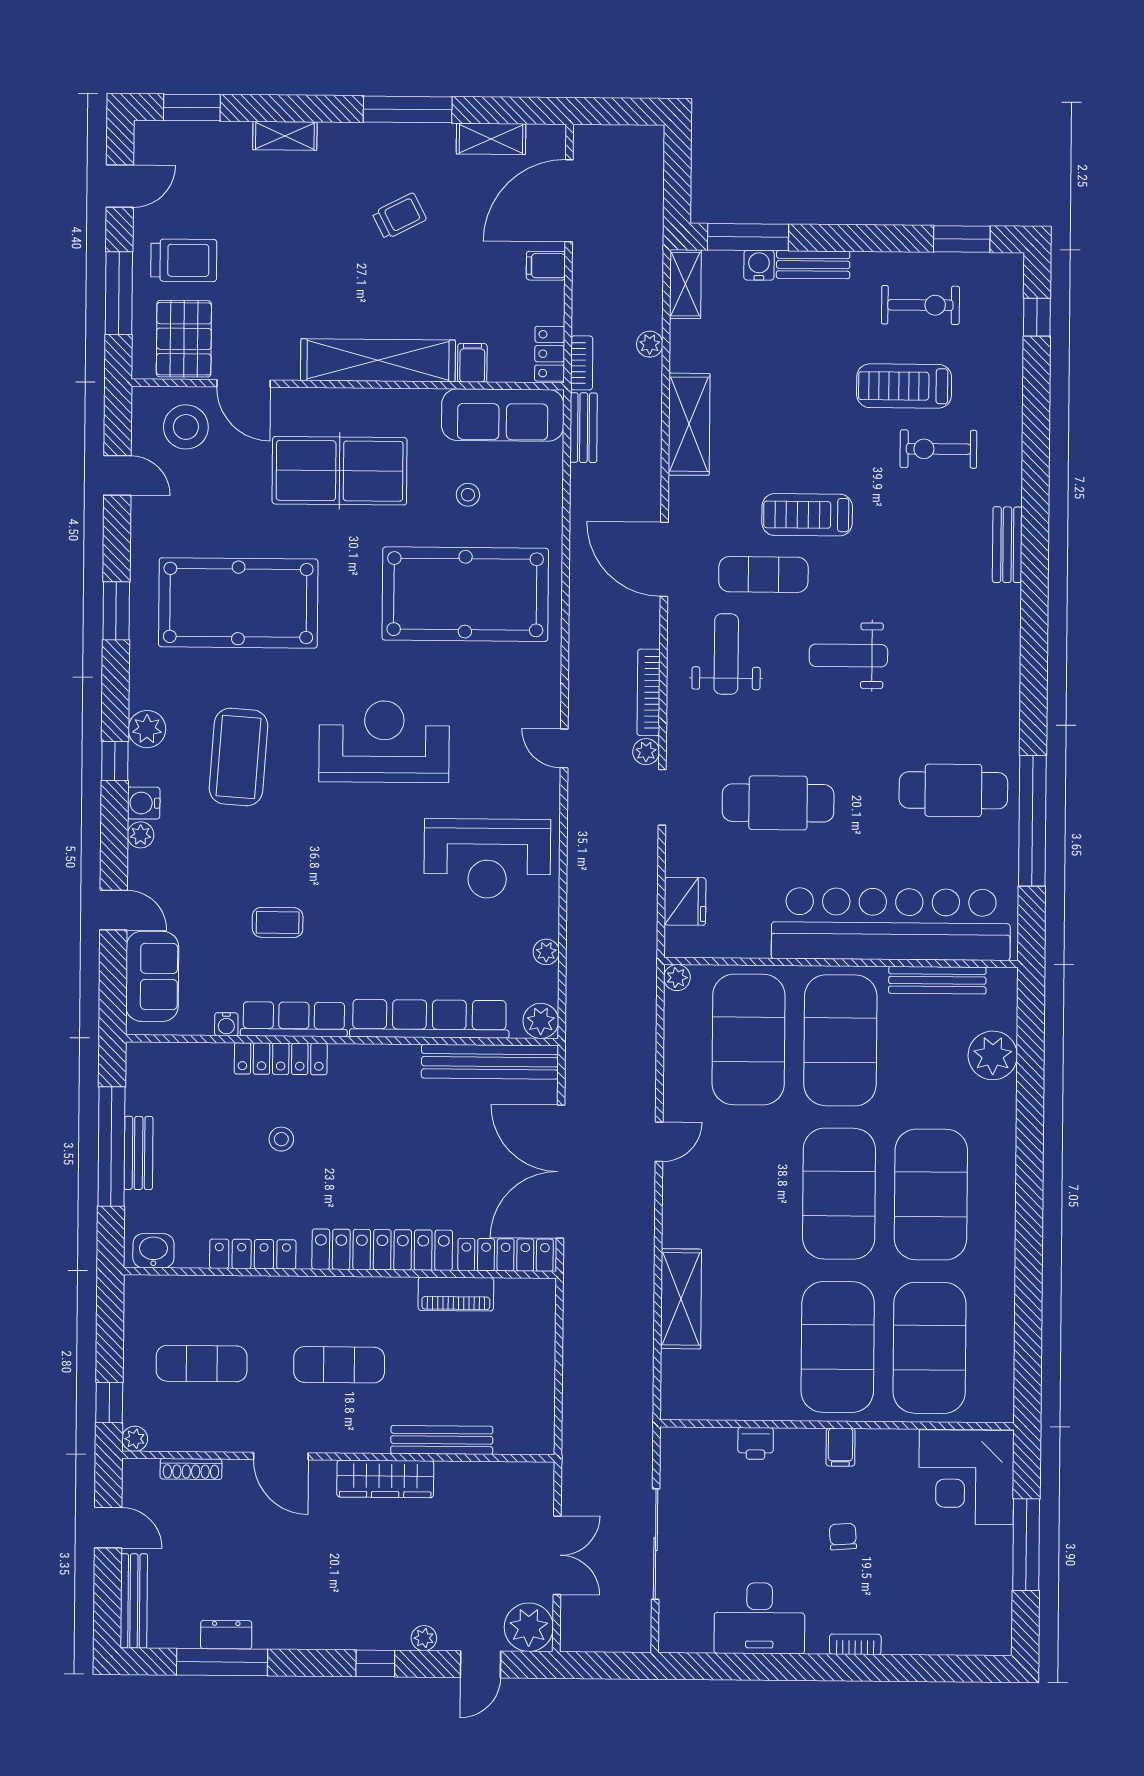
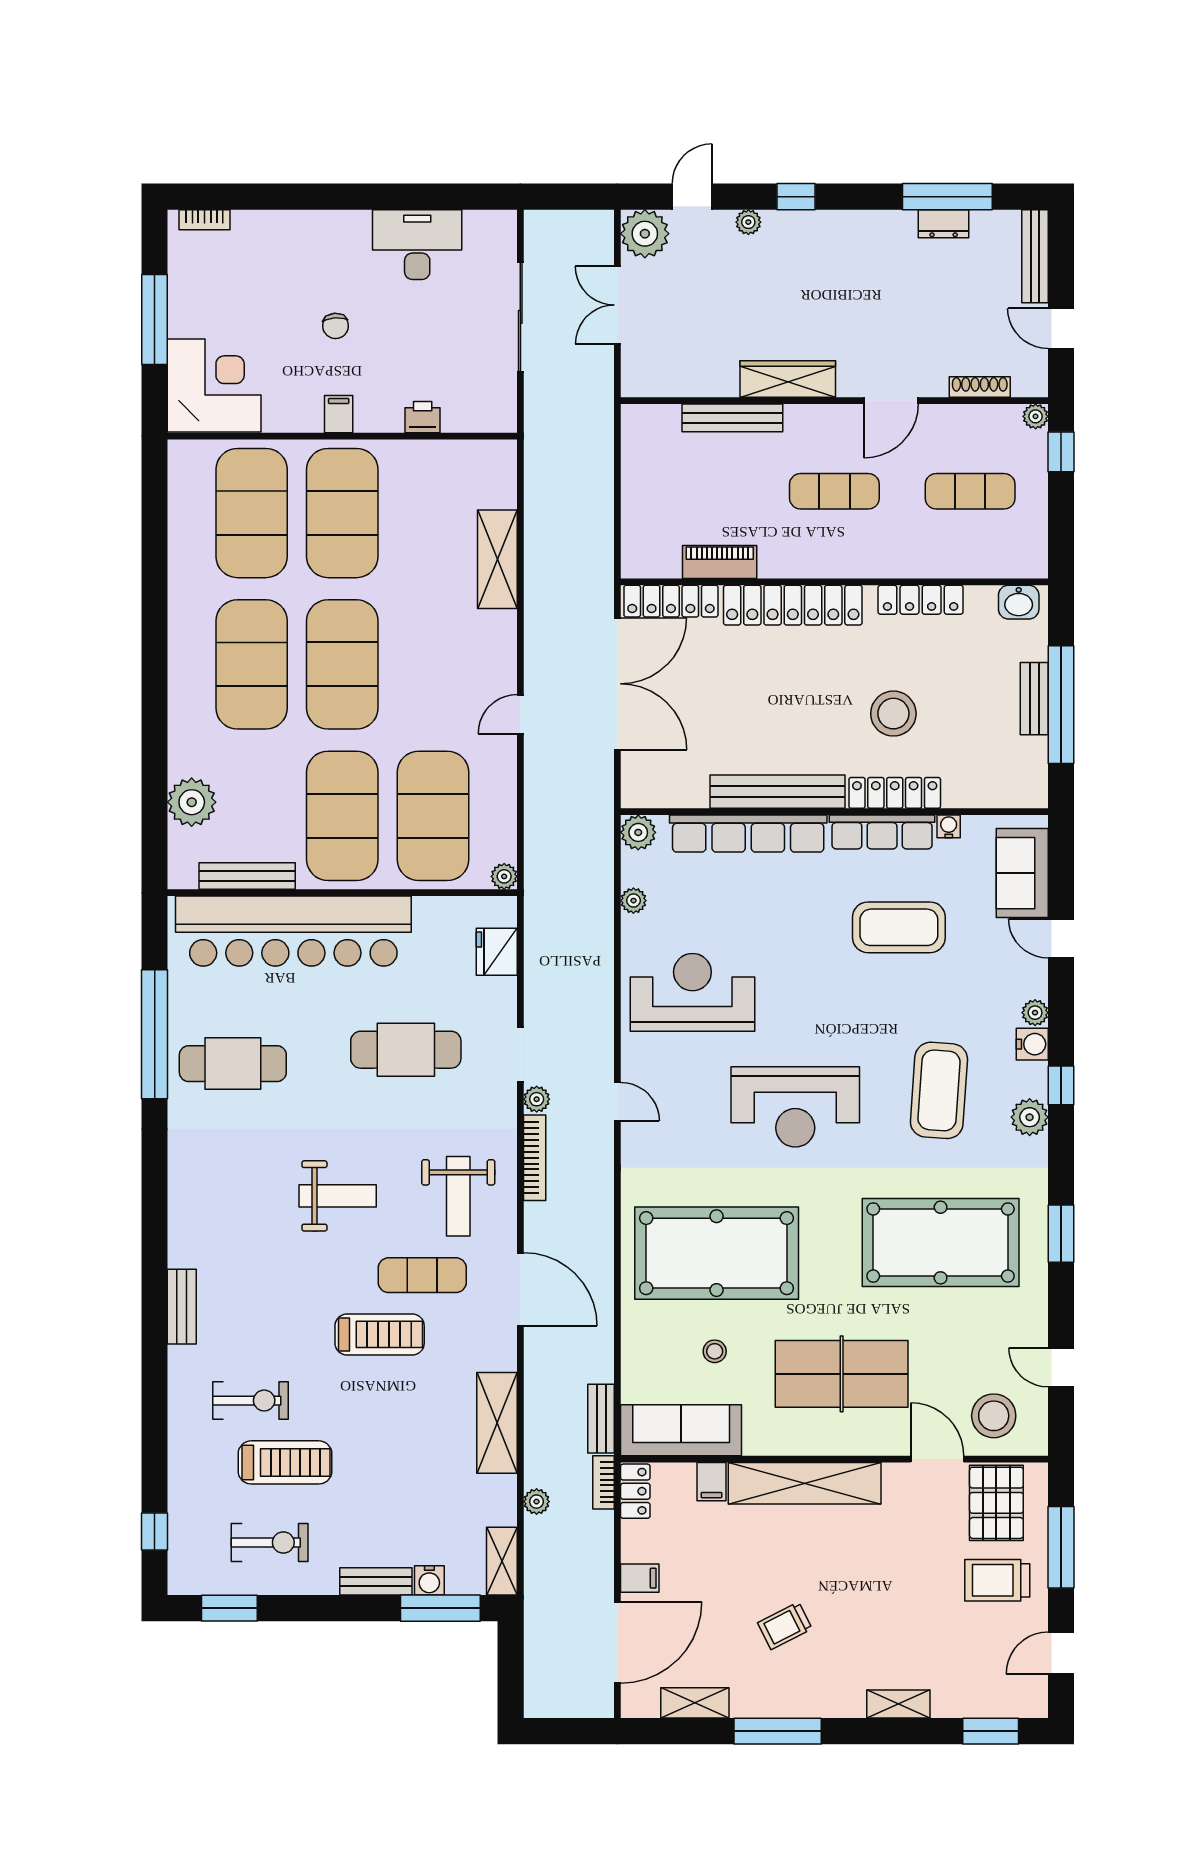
exercise bike: (920, 305) -> (270, 1542), turned 180
coffee table: (278, 922) -> (899, 927), width x1.86, depth x1.72
bench: (490, 1062) -> (778, 792), moved
stool: (281, 1139) -> (893, 714), width x1.89, depth x1.89
door: (281, 1456) -> (891, 401), swing flipped
bookcase: (855, 1644) -> (204, 220), moved

